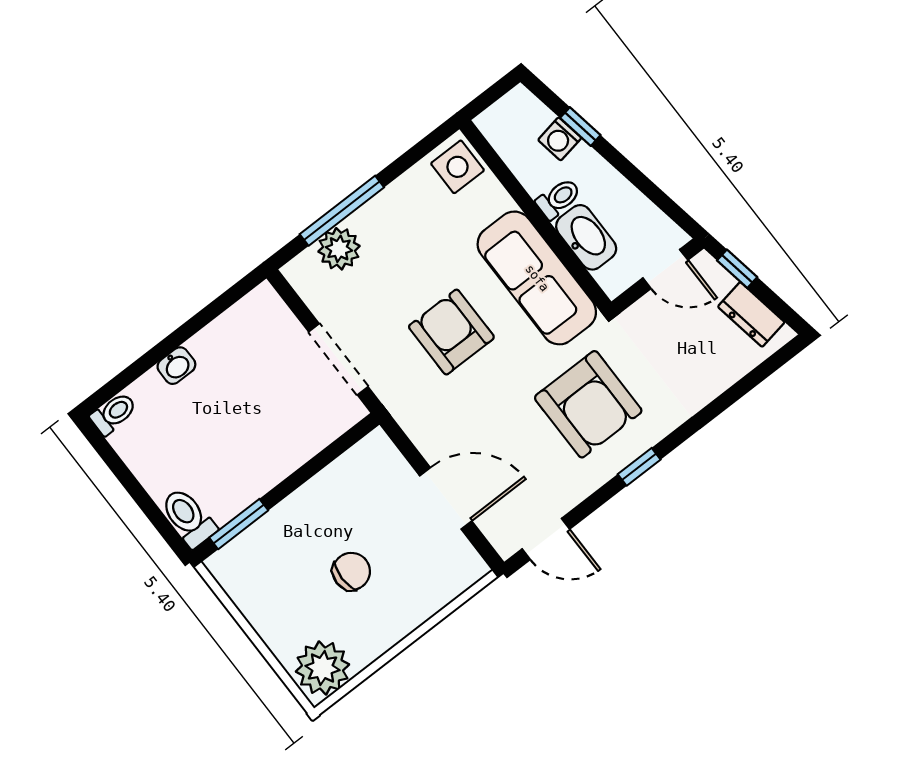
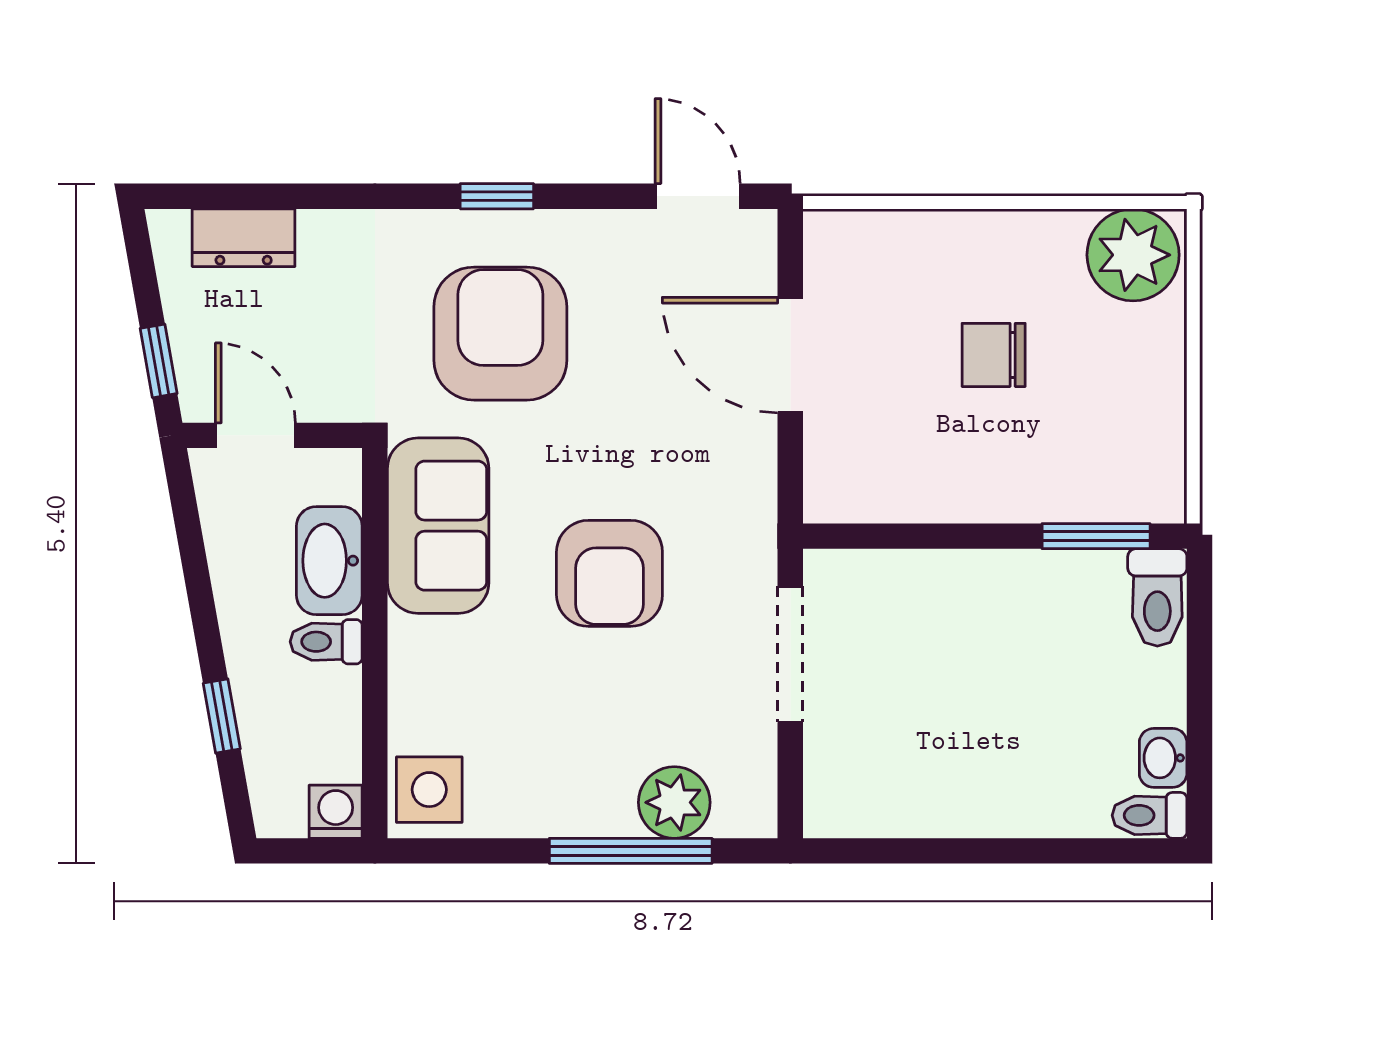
washing machine: (560, 139) -> (336, 812), moved, turned -80
sofa: (537, 278) -> (438, 526), width x0.73
dresser: (751, 314) -> (244, 238), moved, turned 100
washbasin: (176, 366) -> (1163, 758), moved, turned -90

